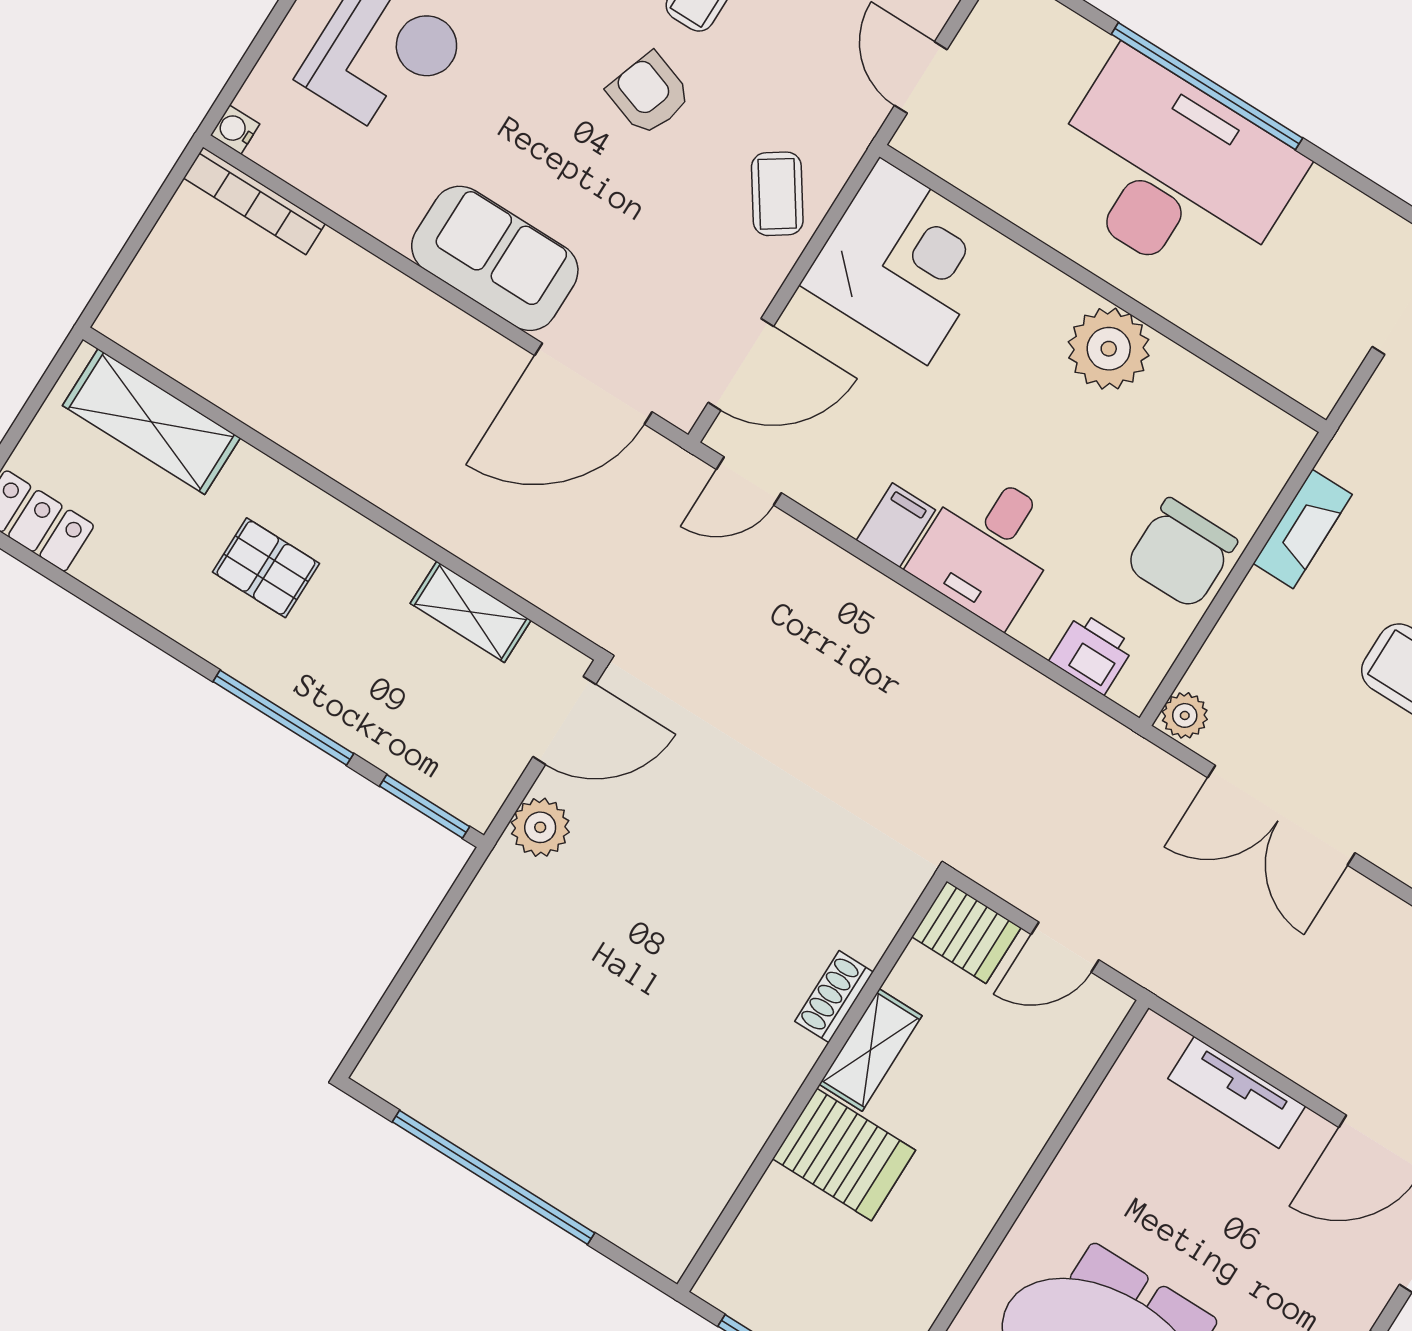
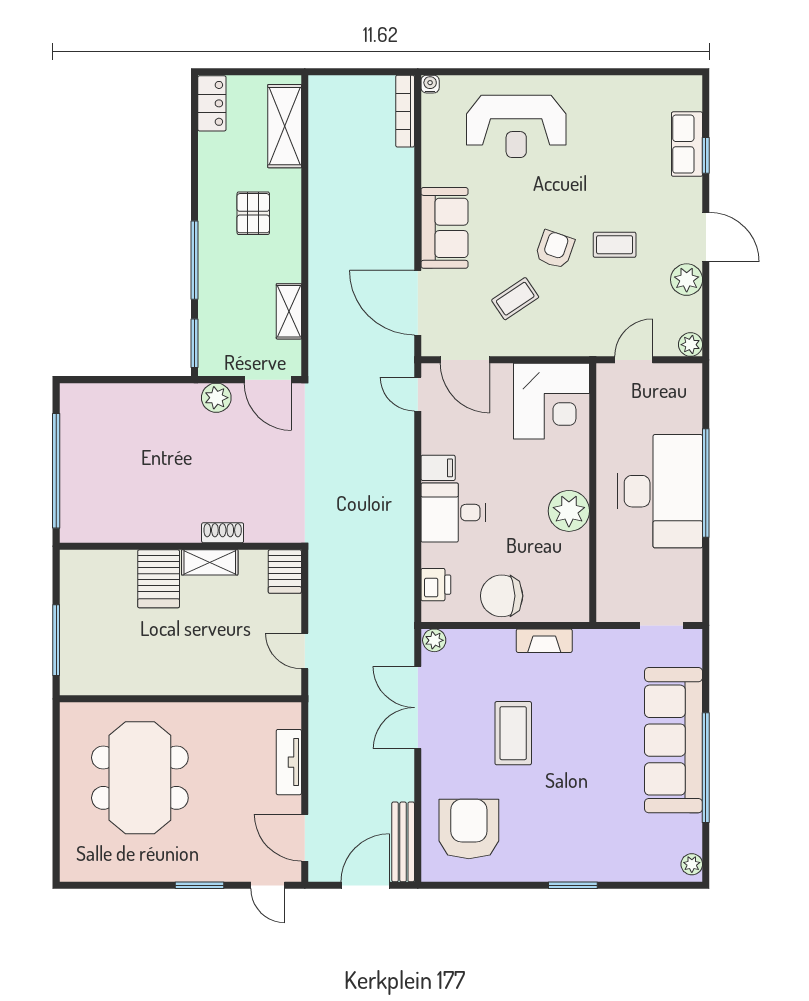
coffee table: (777, 194) -> (515, 299), moved
server rack: (966, 932) -> (285, 572), moved
shoe rack: (834, 997) -> (223, 533), moved
shelving: (871, 1050) -> (210, 562), moved
wall: (812, 1083) -> (180, 546), moved
server rack: (844, 1155) -> (159, 579), moved

